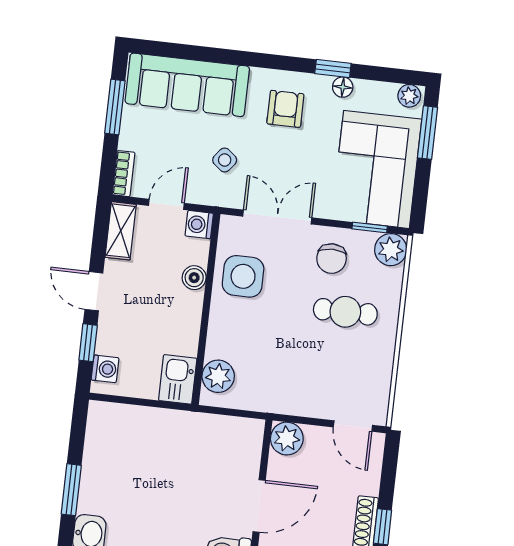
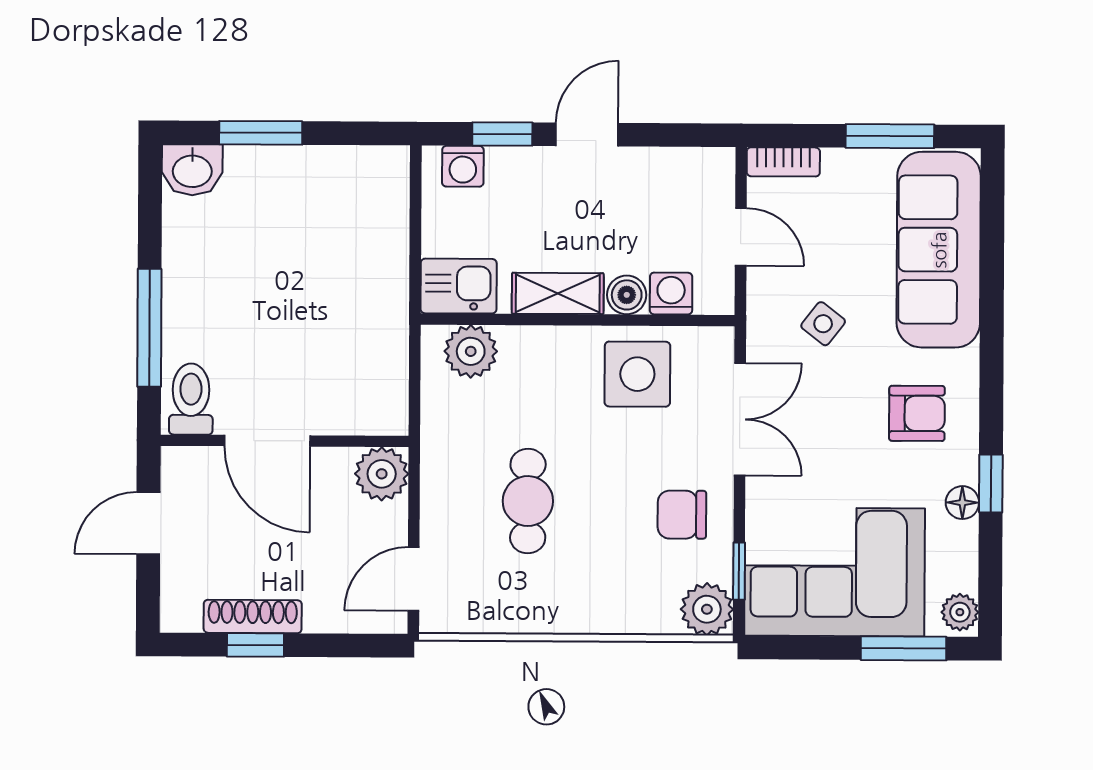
washing machine: (199, 225) -> (671, 294), moved
shelving: (121, 231) -> (558, 293), moved
cafe table: (345, 312) -> (528, 501), moved

